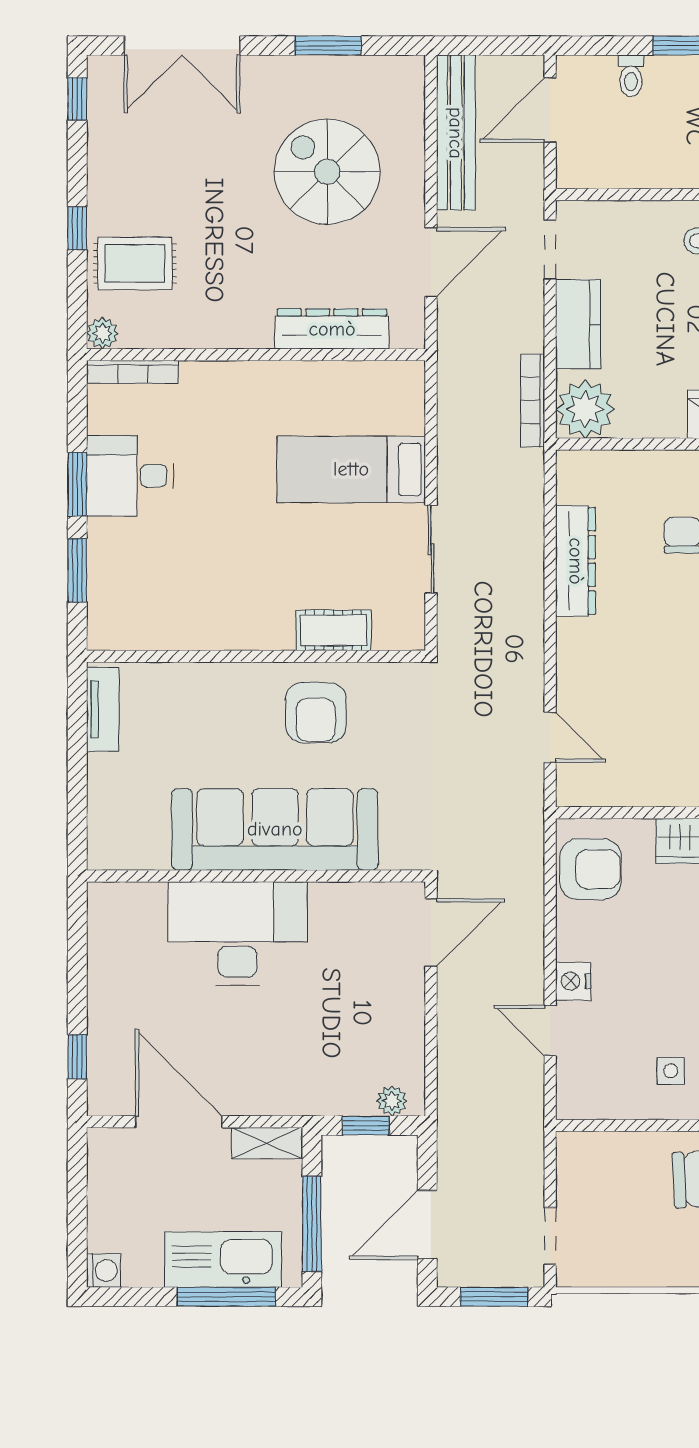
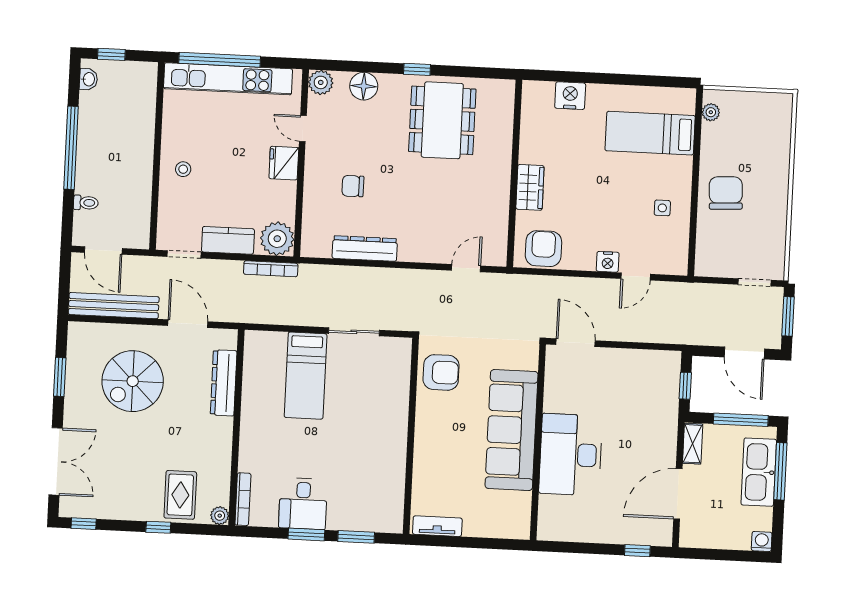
cot: (334, 630) -> (398, 390), removed
armchair: (316, 713) -> (441, 372), moved
plant: (392, 1101) -> (672, 370), removed

